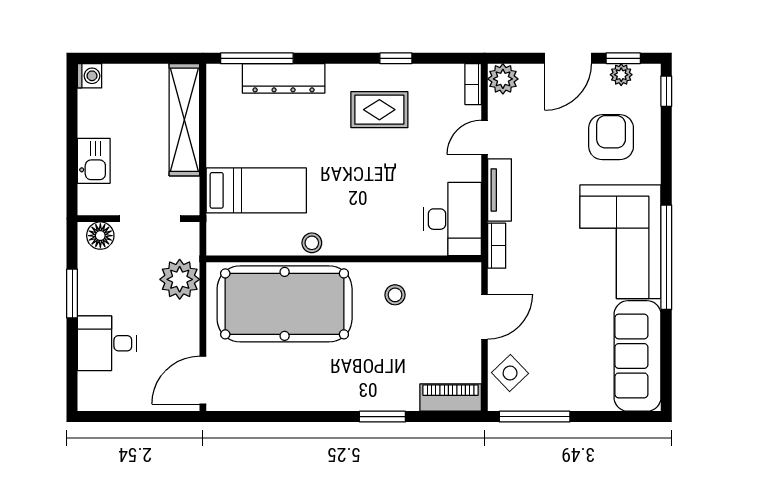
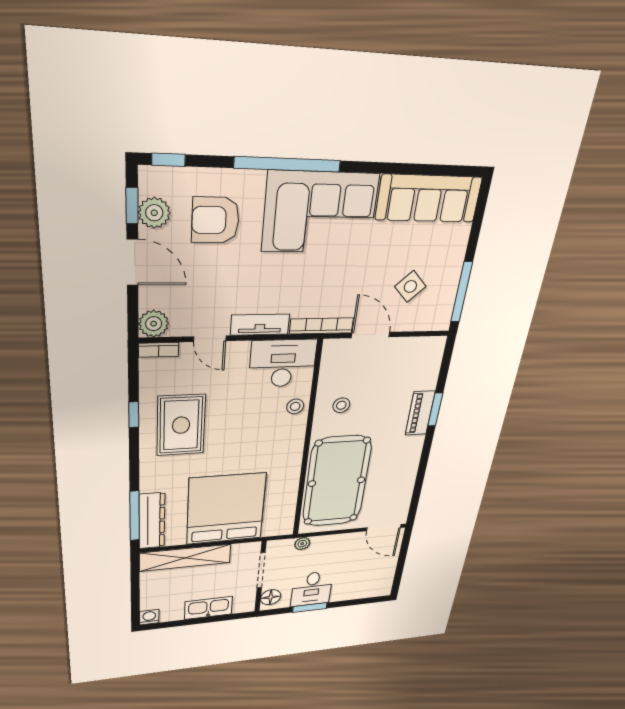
plant: (621, 75) -> (154, 213), width x1.38, depth x1.38
dresser: (284, 78) -> (152, 521), moved
rug: (379, 110) -> (181, 425), width x1.36, depth x1.43
kitchen sink: (94, 161) -> (209, 608), width x1.38
bed: (256, 190) -> (226, 509), width x2.04
stool: (312, 243) -> (295, 406), moved
bookcase: (497, 246) -> (322, 326), width x1.56
window: (666, 257) -> (288, 164), moved
plant: (180, 279) -> (302, 544), width x0.53, depth x0.53
desk: (107, 343) -> (312, 589), moved
side table: (510, 373) -> (410, 286), moved
piano: (451, 398) -> (420, 413), moved

